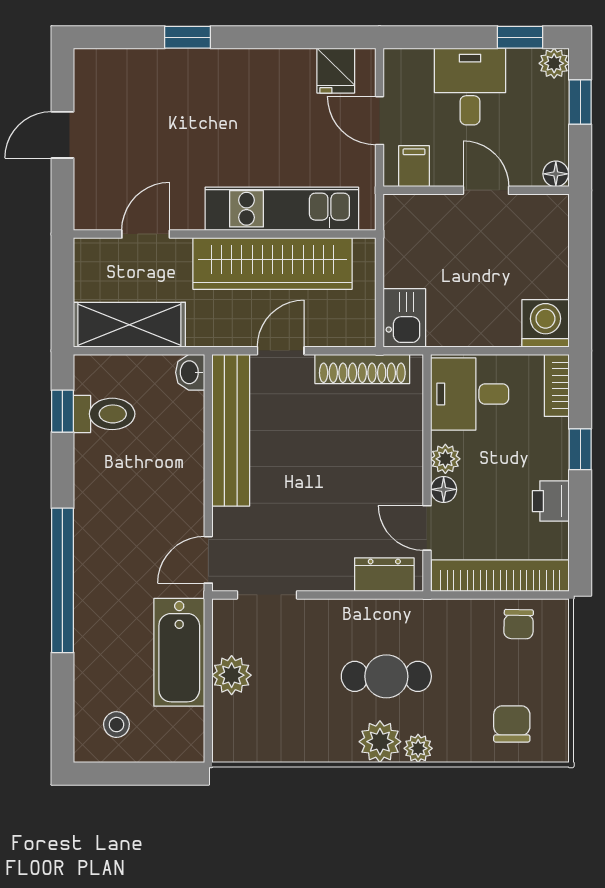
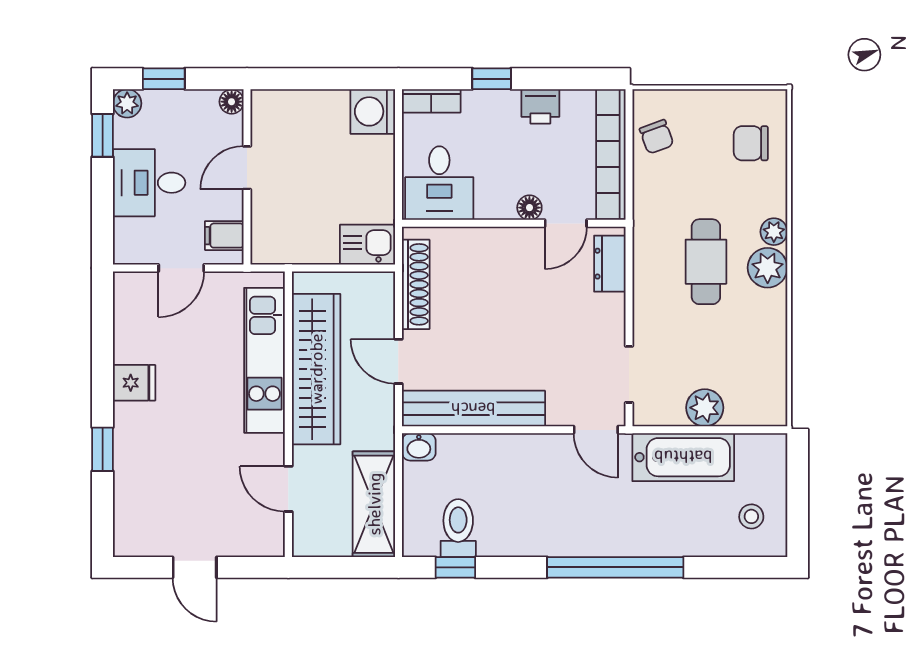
fridge: (336, 71) -> (134, 383), moved
plant: (445, 459) -> (501, 206), removed
chair: (519, 624) -> (657, 137), turned 69

